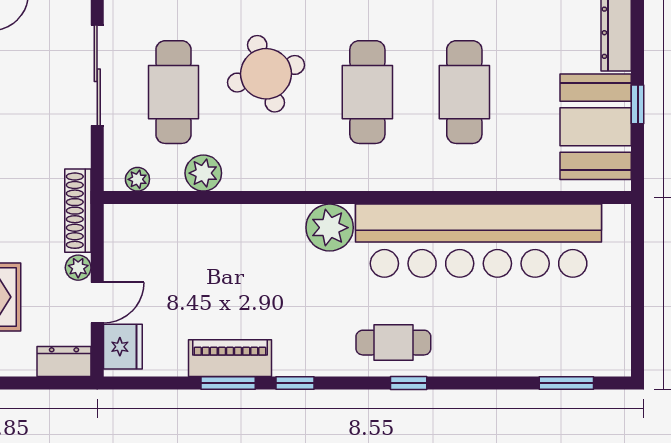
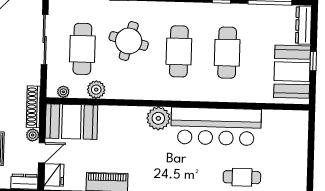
round table: (266, 74) -> (129, 41), turned 32
booth: (155, 239) -> (71, 122), added
bar counter: (479, 241) -> (216, 126), width x0.73
cafe table: (393, 343) -> (242, 177), moved

